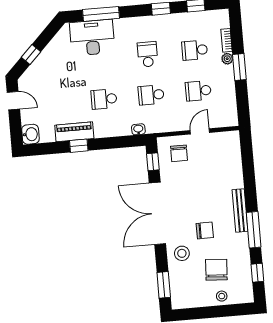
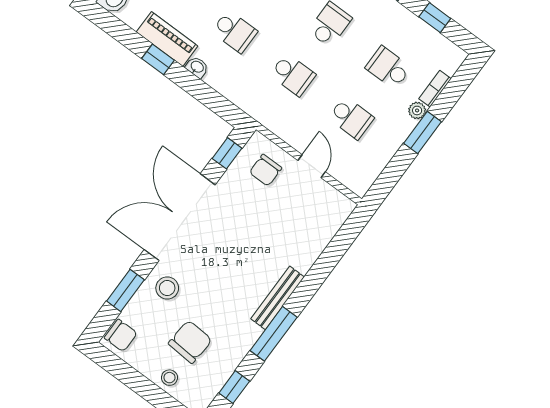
school desk: (198, 91) -> (351, 118), turned 180
school desk: (151, 95) -> (293, 75), turned 180
school desk: (104, 99) -> (234, 32), turned 180
washbasin: (138, 129) -> (197, 67), moved
door: (200, 131) -> (312, 166), hinge flipped
chair: (205, 230) -> (121, 335), moved
window: (164, 285) -> (125, 290), moved

